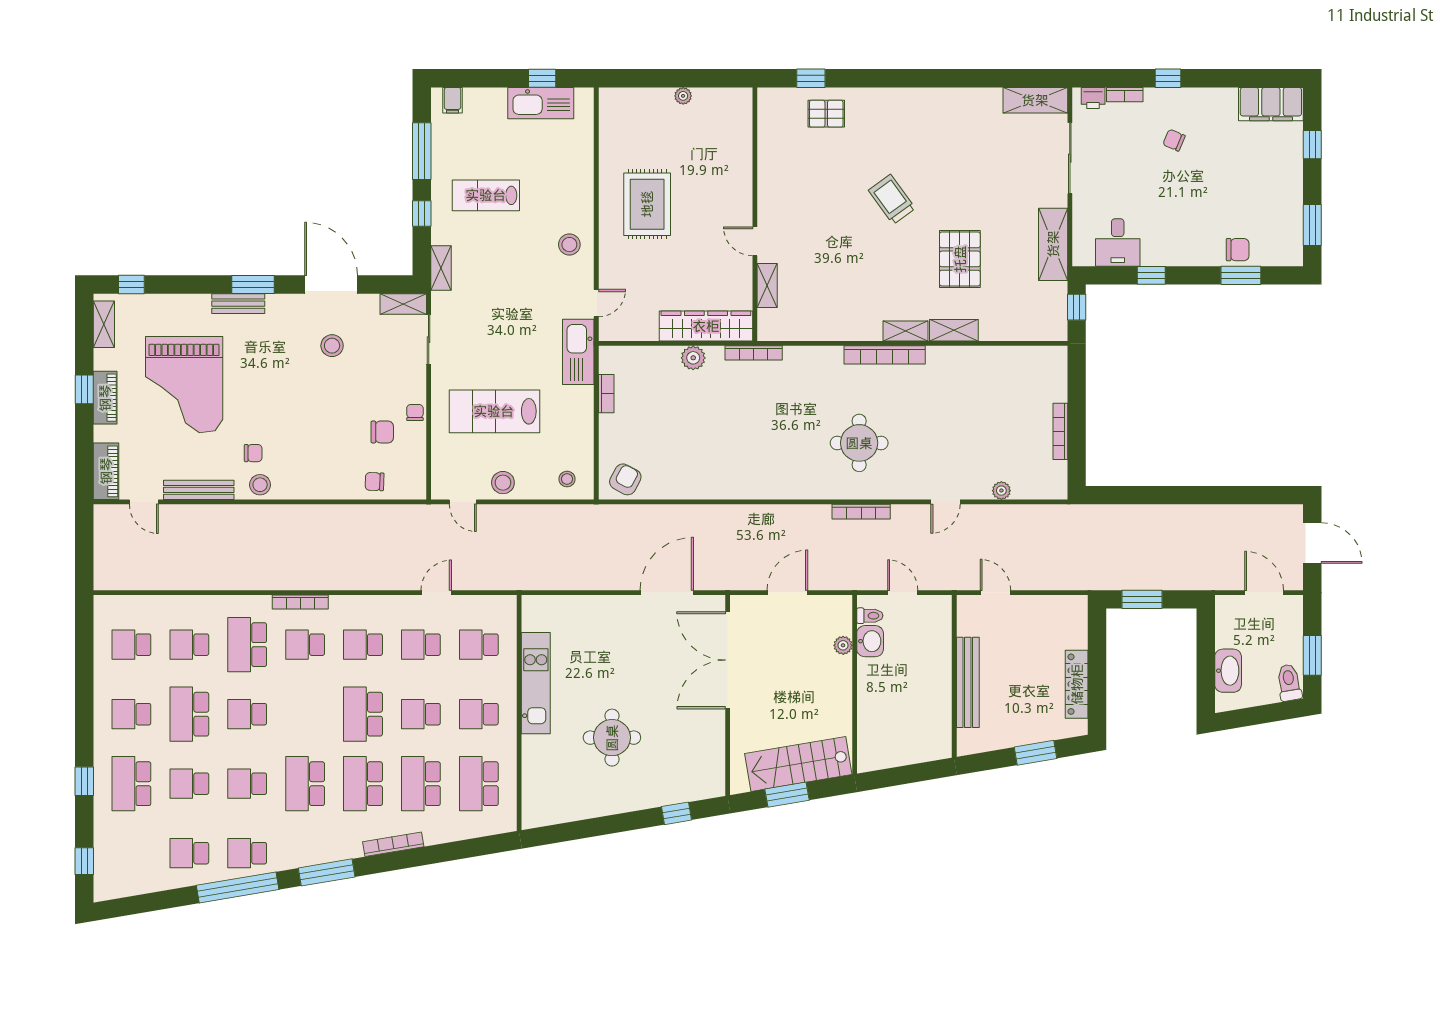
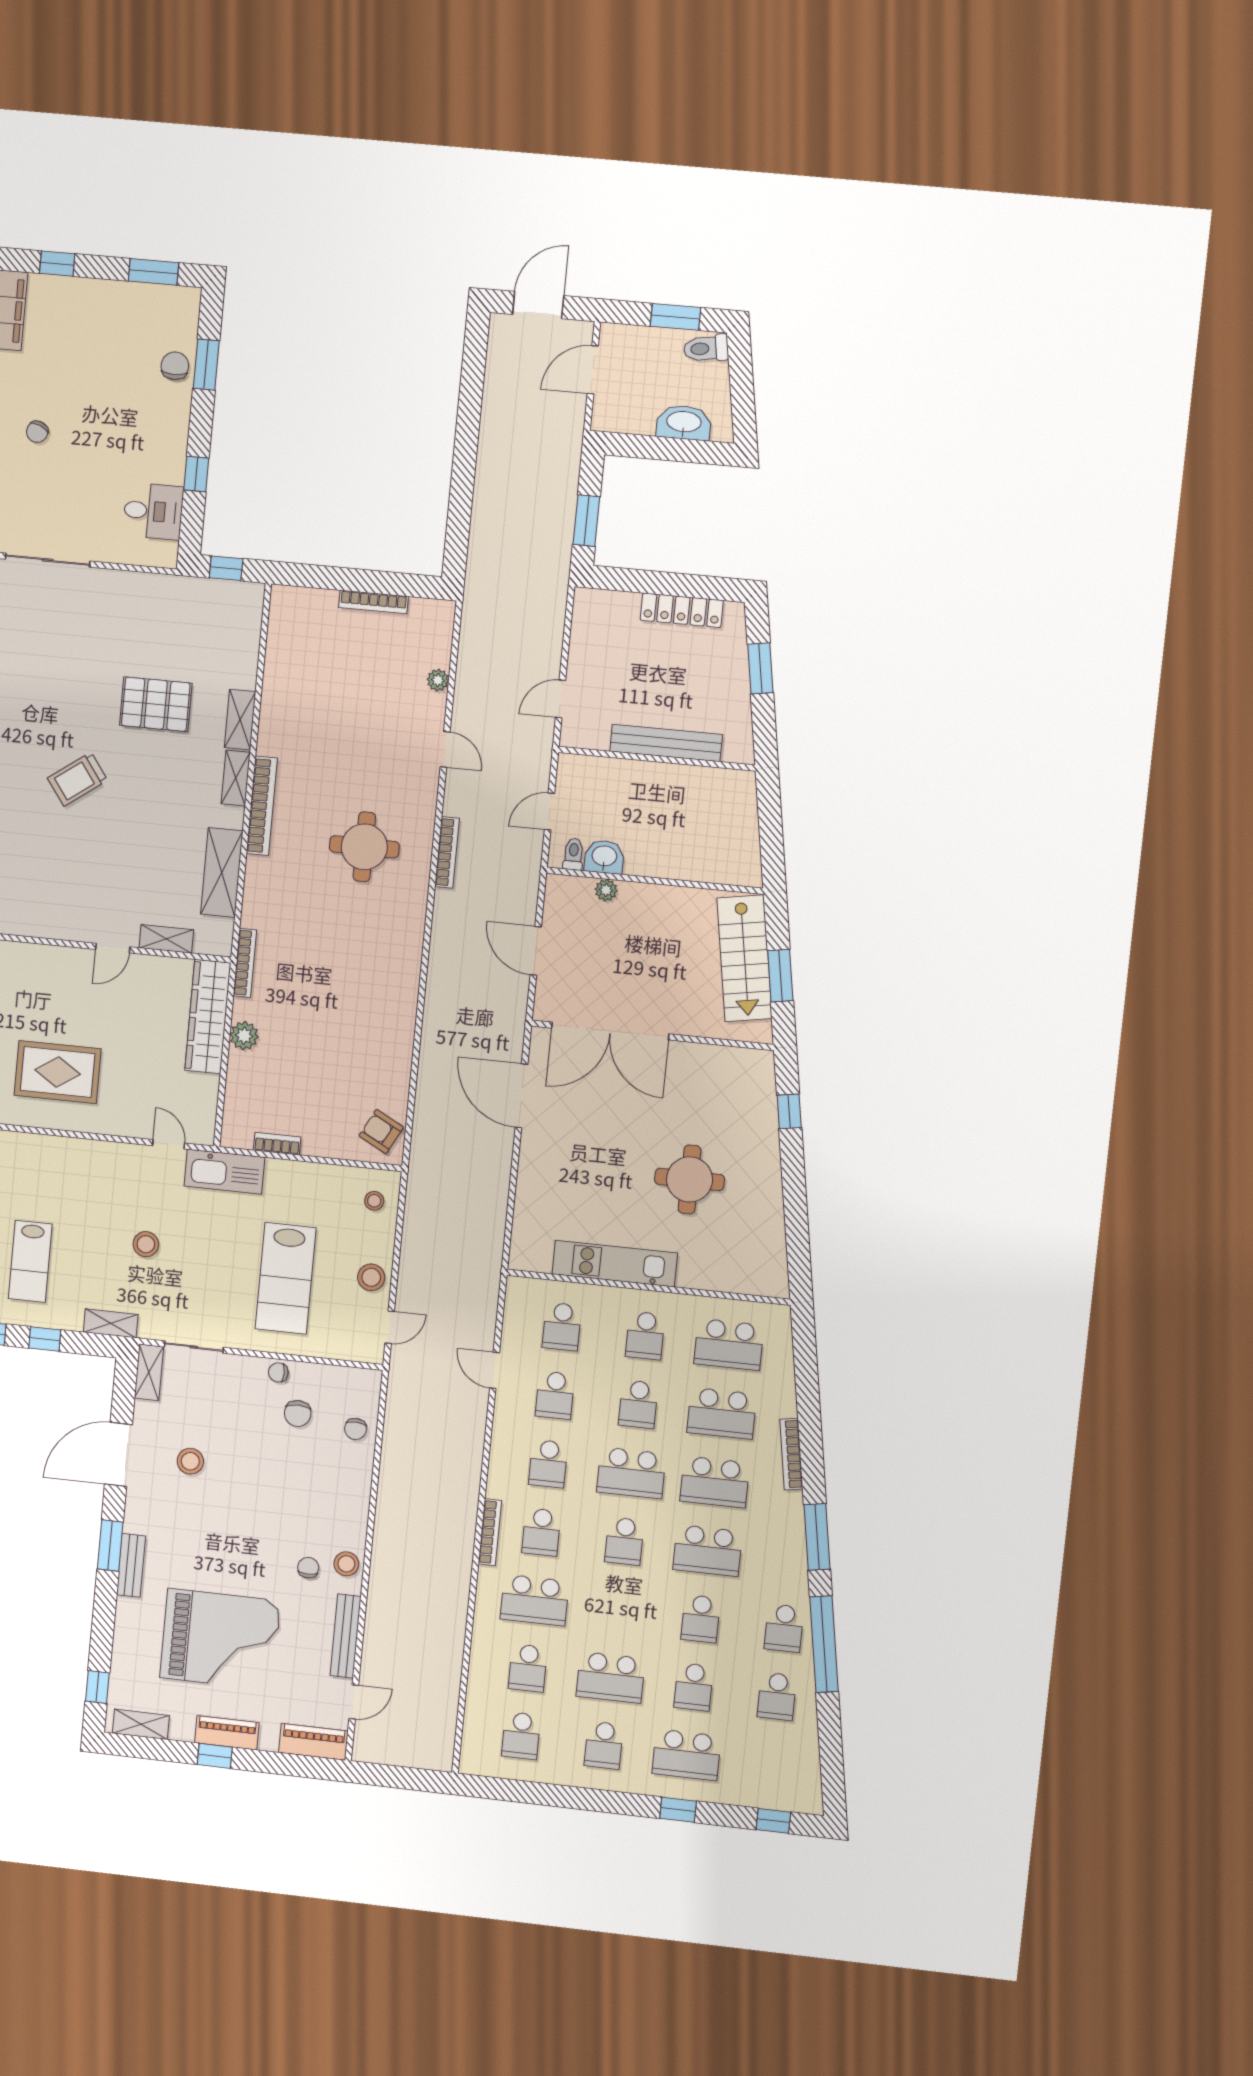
shelving: (1053, 244) -> (222, 872), moved, turned 90
stool: (569, 245) -> (146, 1244), moved
chair: (382, 432) -> (298, 1413), turned 180
school desk: (247, 714) -> (624, 1541), moved

